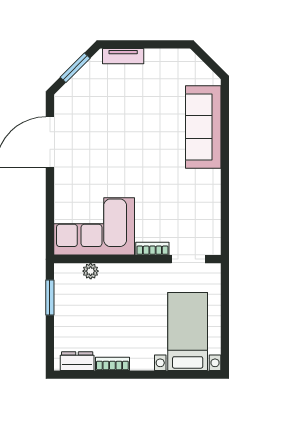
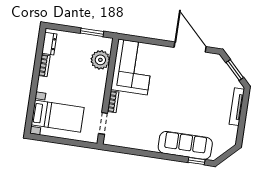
tv unit: (123, 56) -> (237, 107), width x1.41
window: (225, 106) -> (196, 161), added
plant: (91, 271) -> (100, 60), width x1.88, depth x1.88

